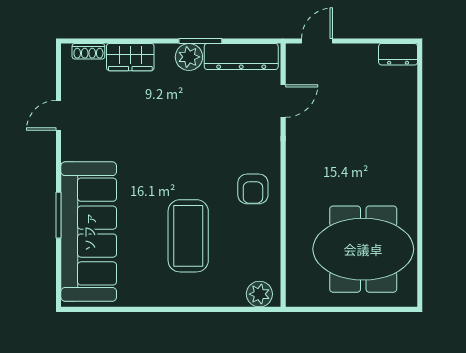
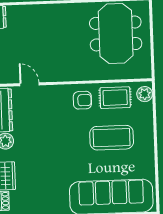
rug: (255, 244) -> (115, 98), added

